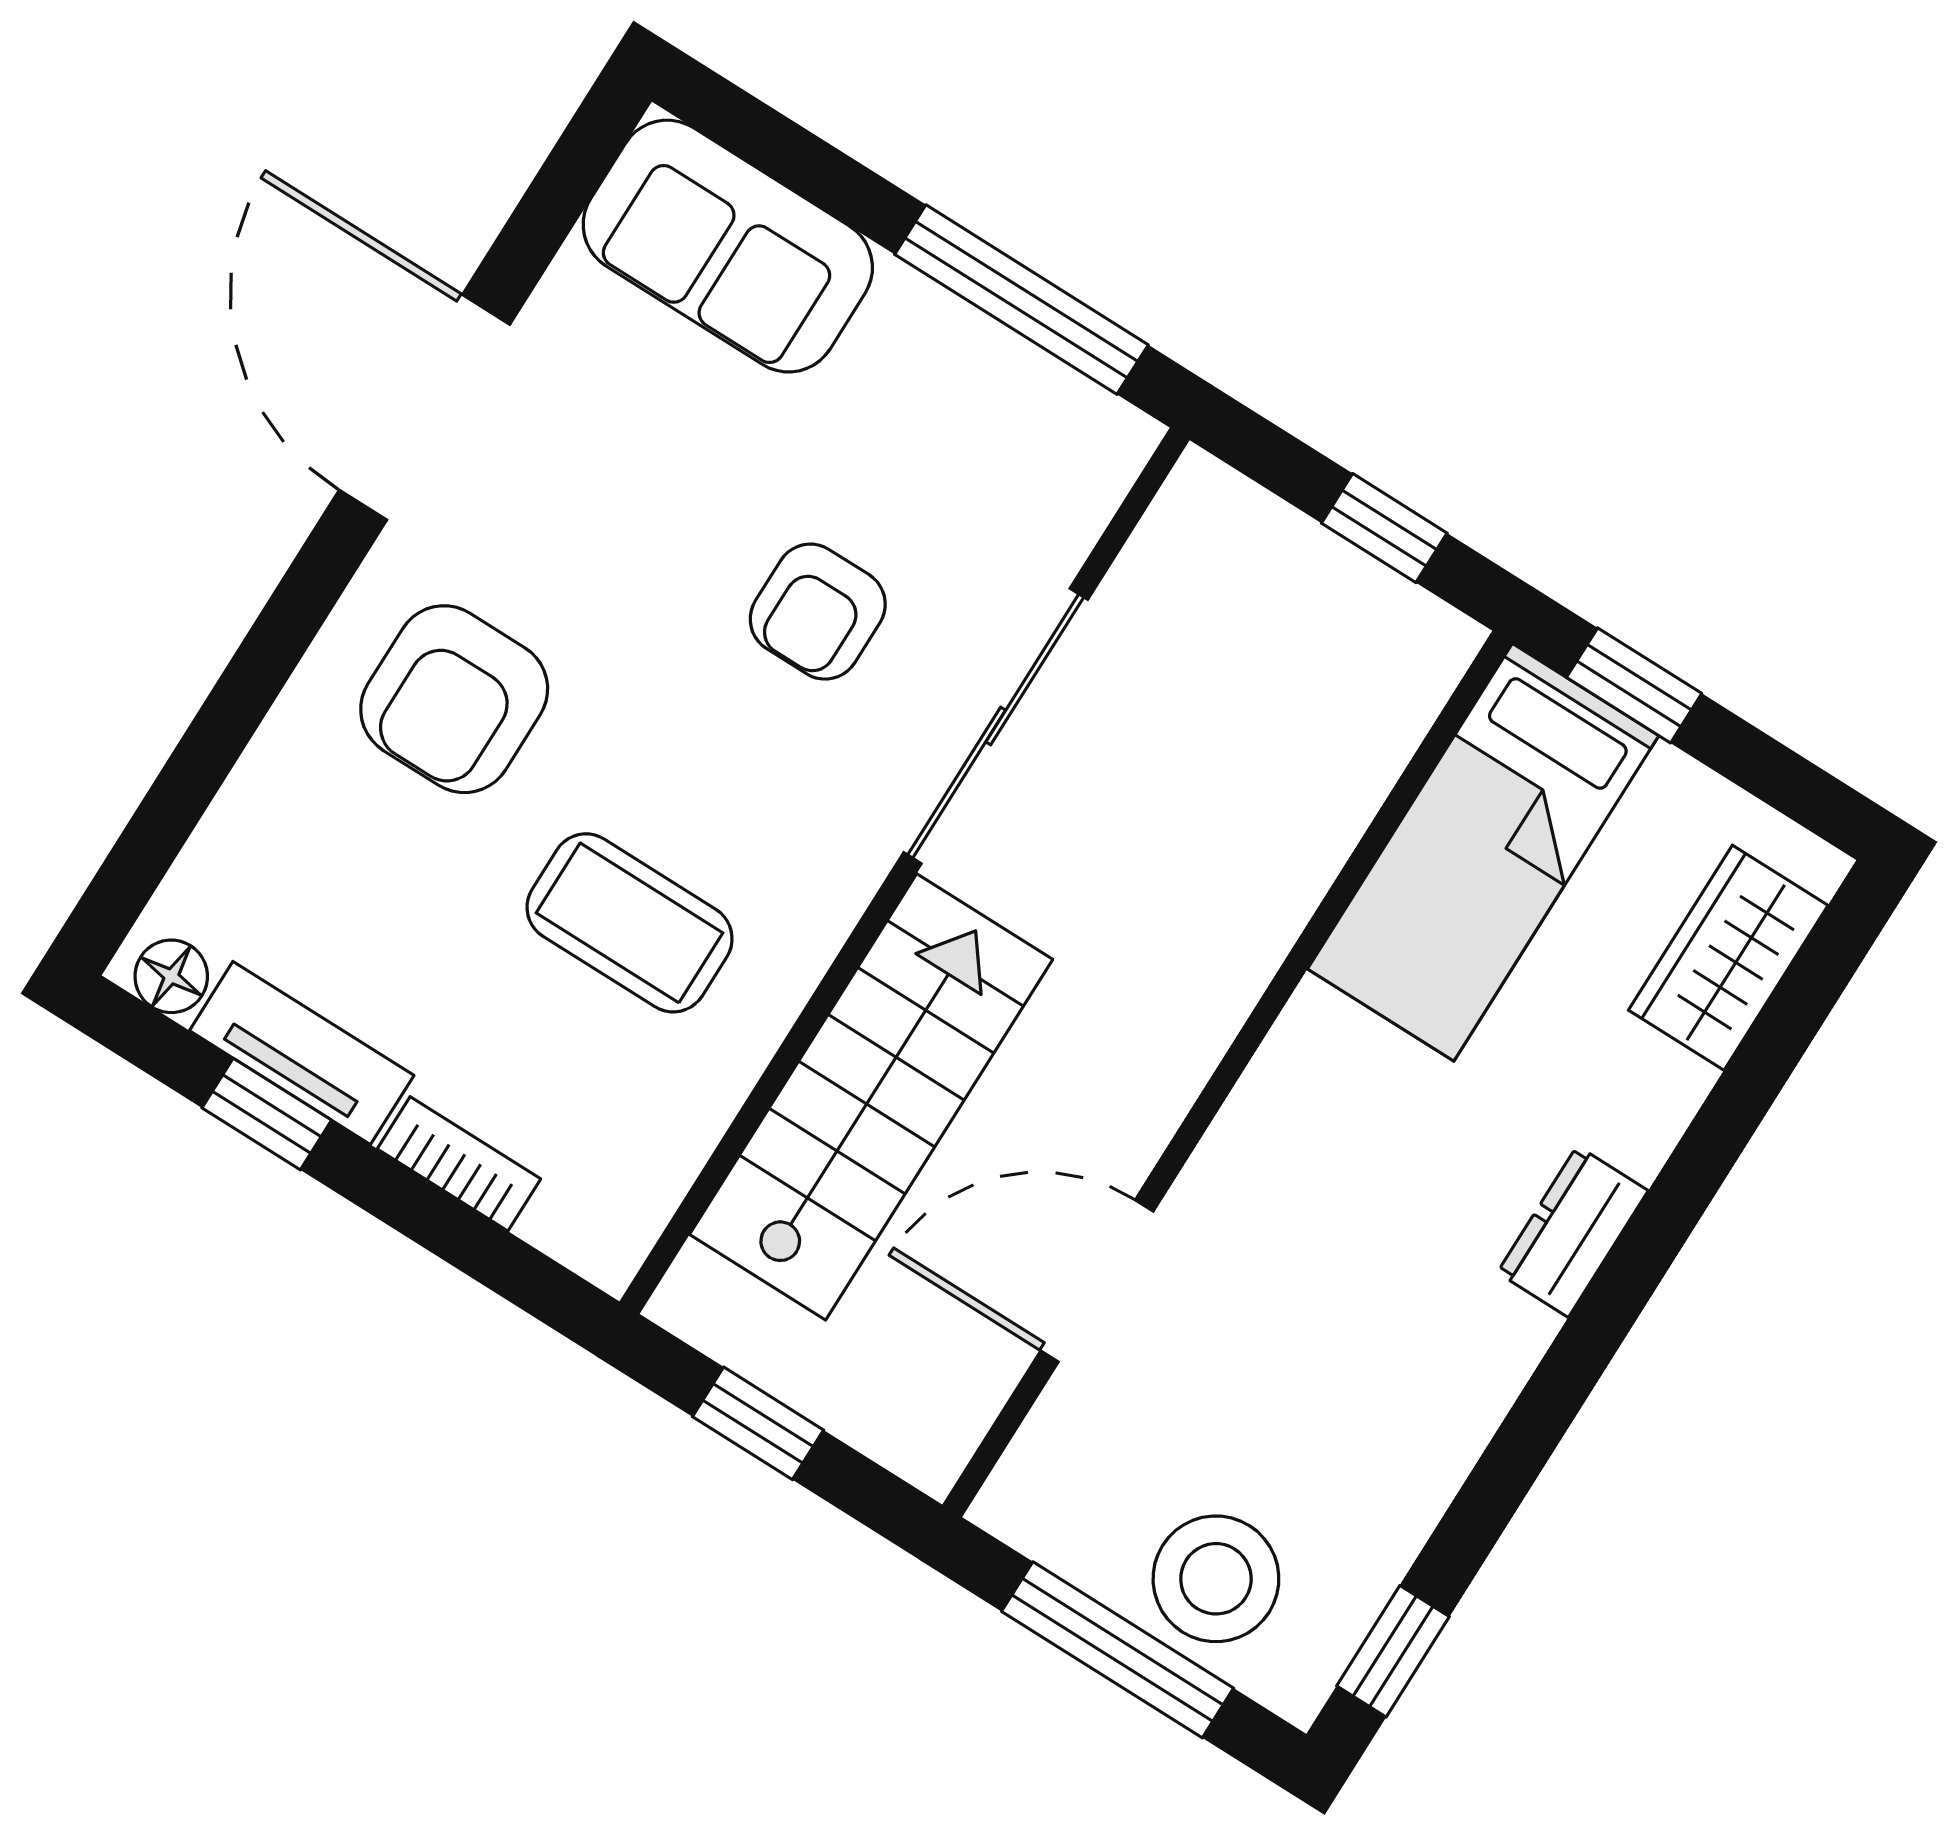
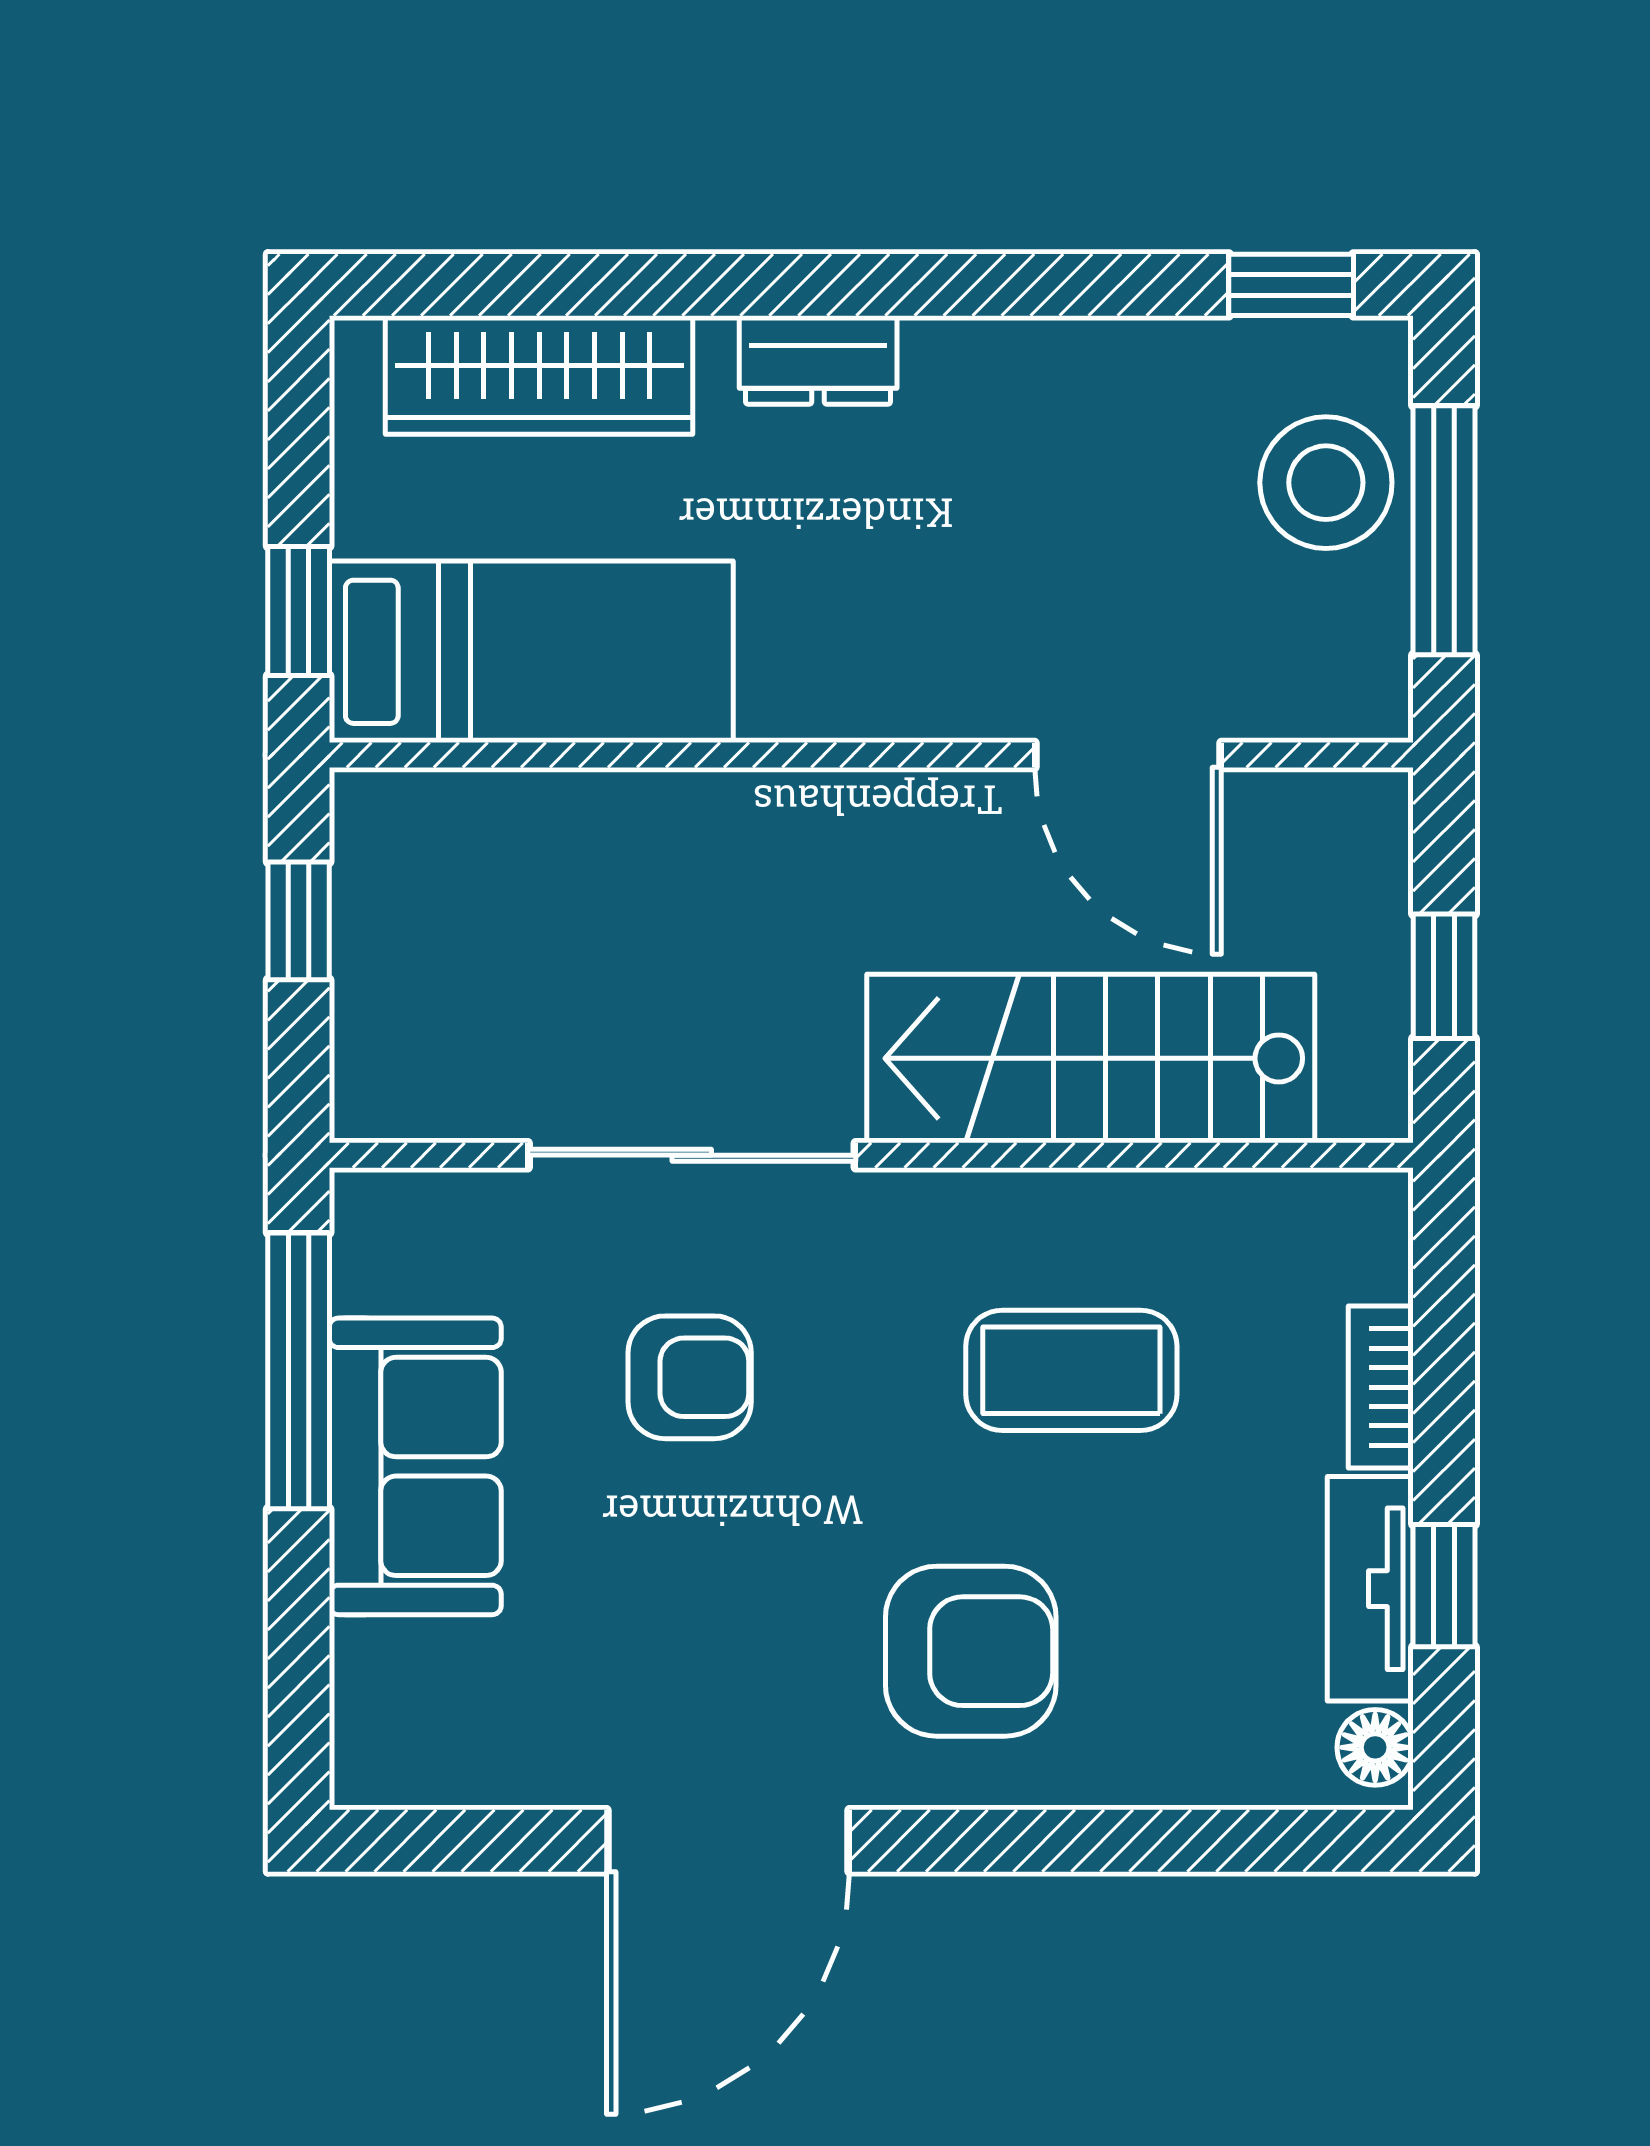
sofa: (728, 246) -> (415, 1466), moved
coffee table: (630, 923) -> (1071, 1370), turned 90
wardrobe: (1728, 958) -> (539, 375), width x1.50

